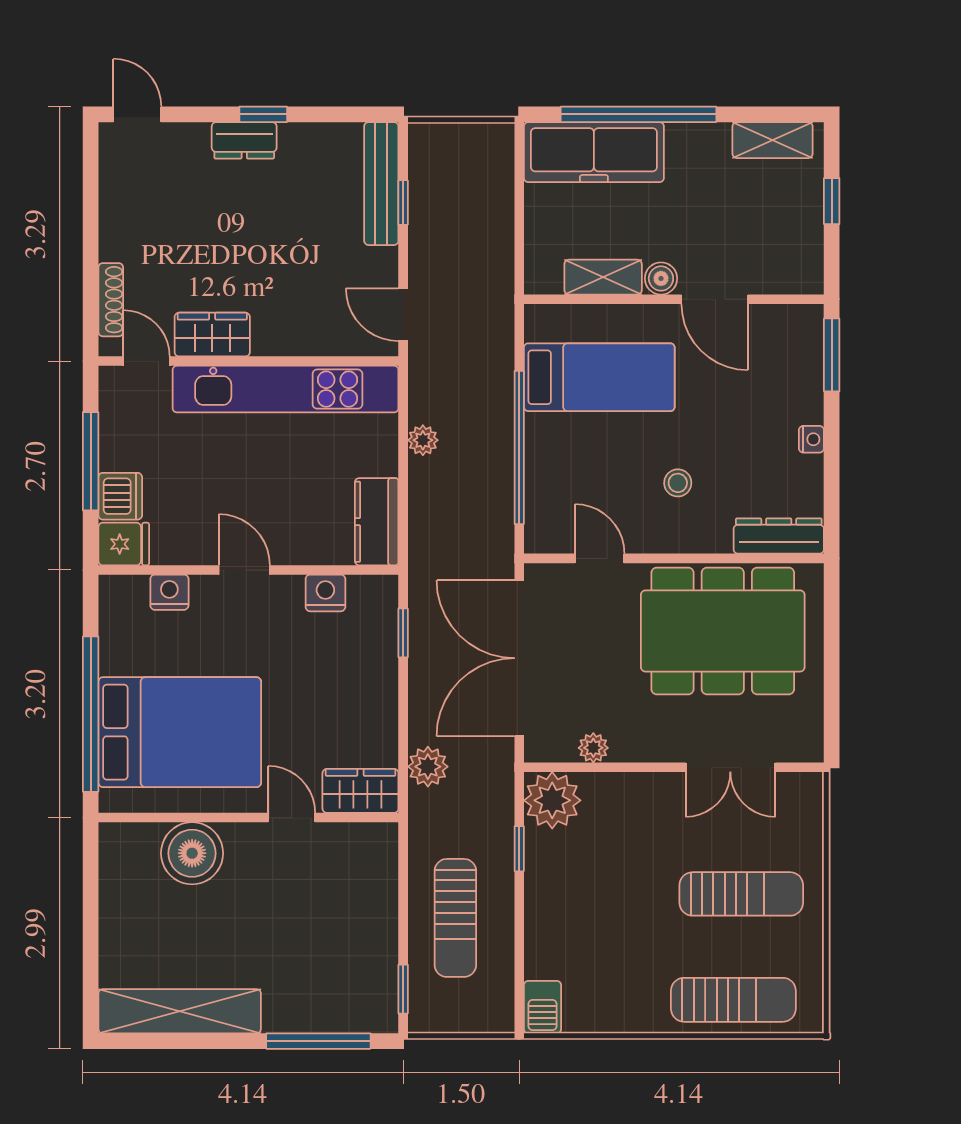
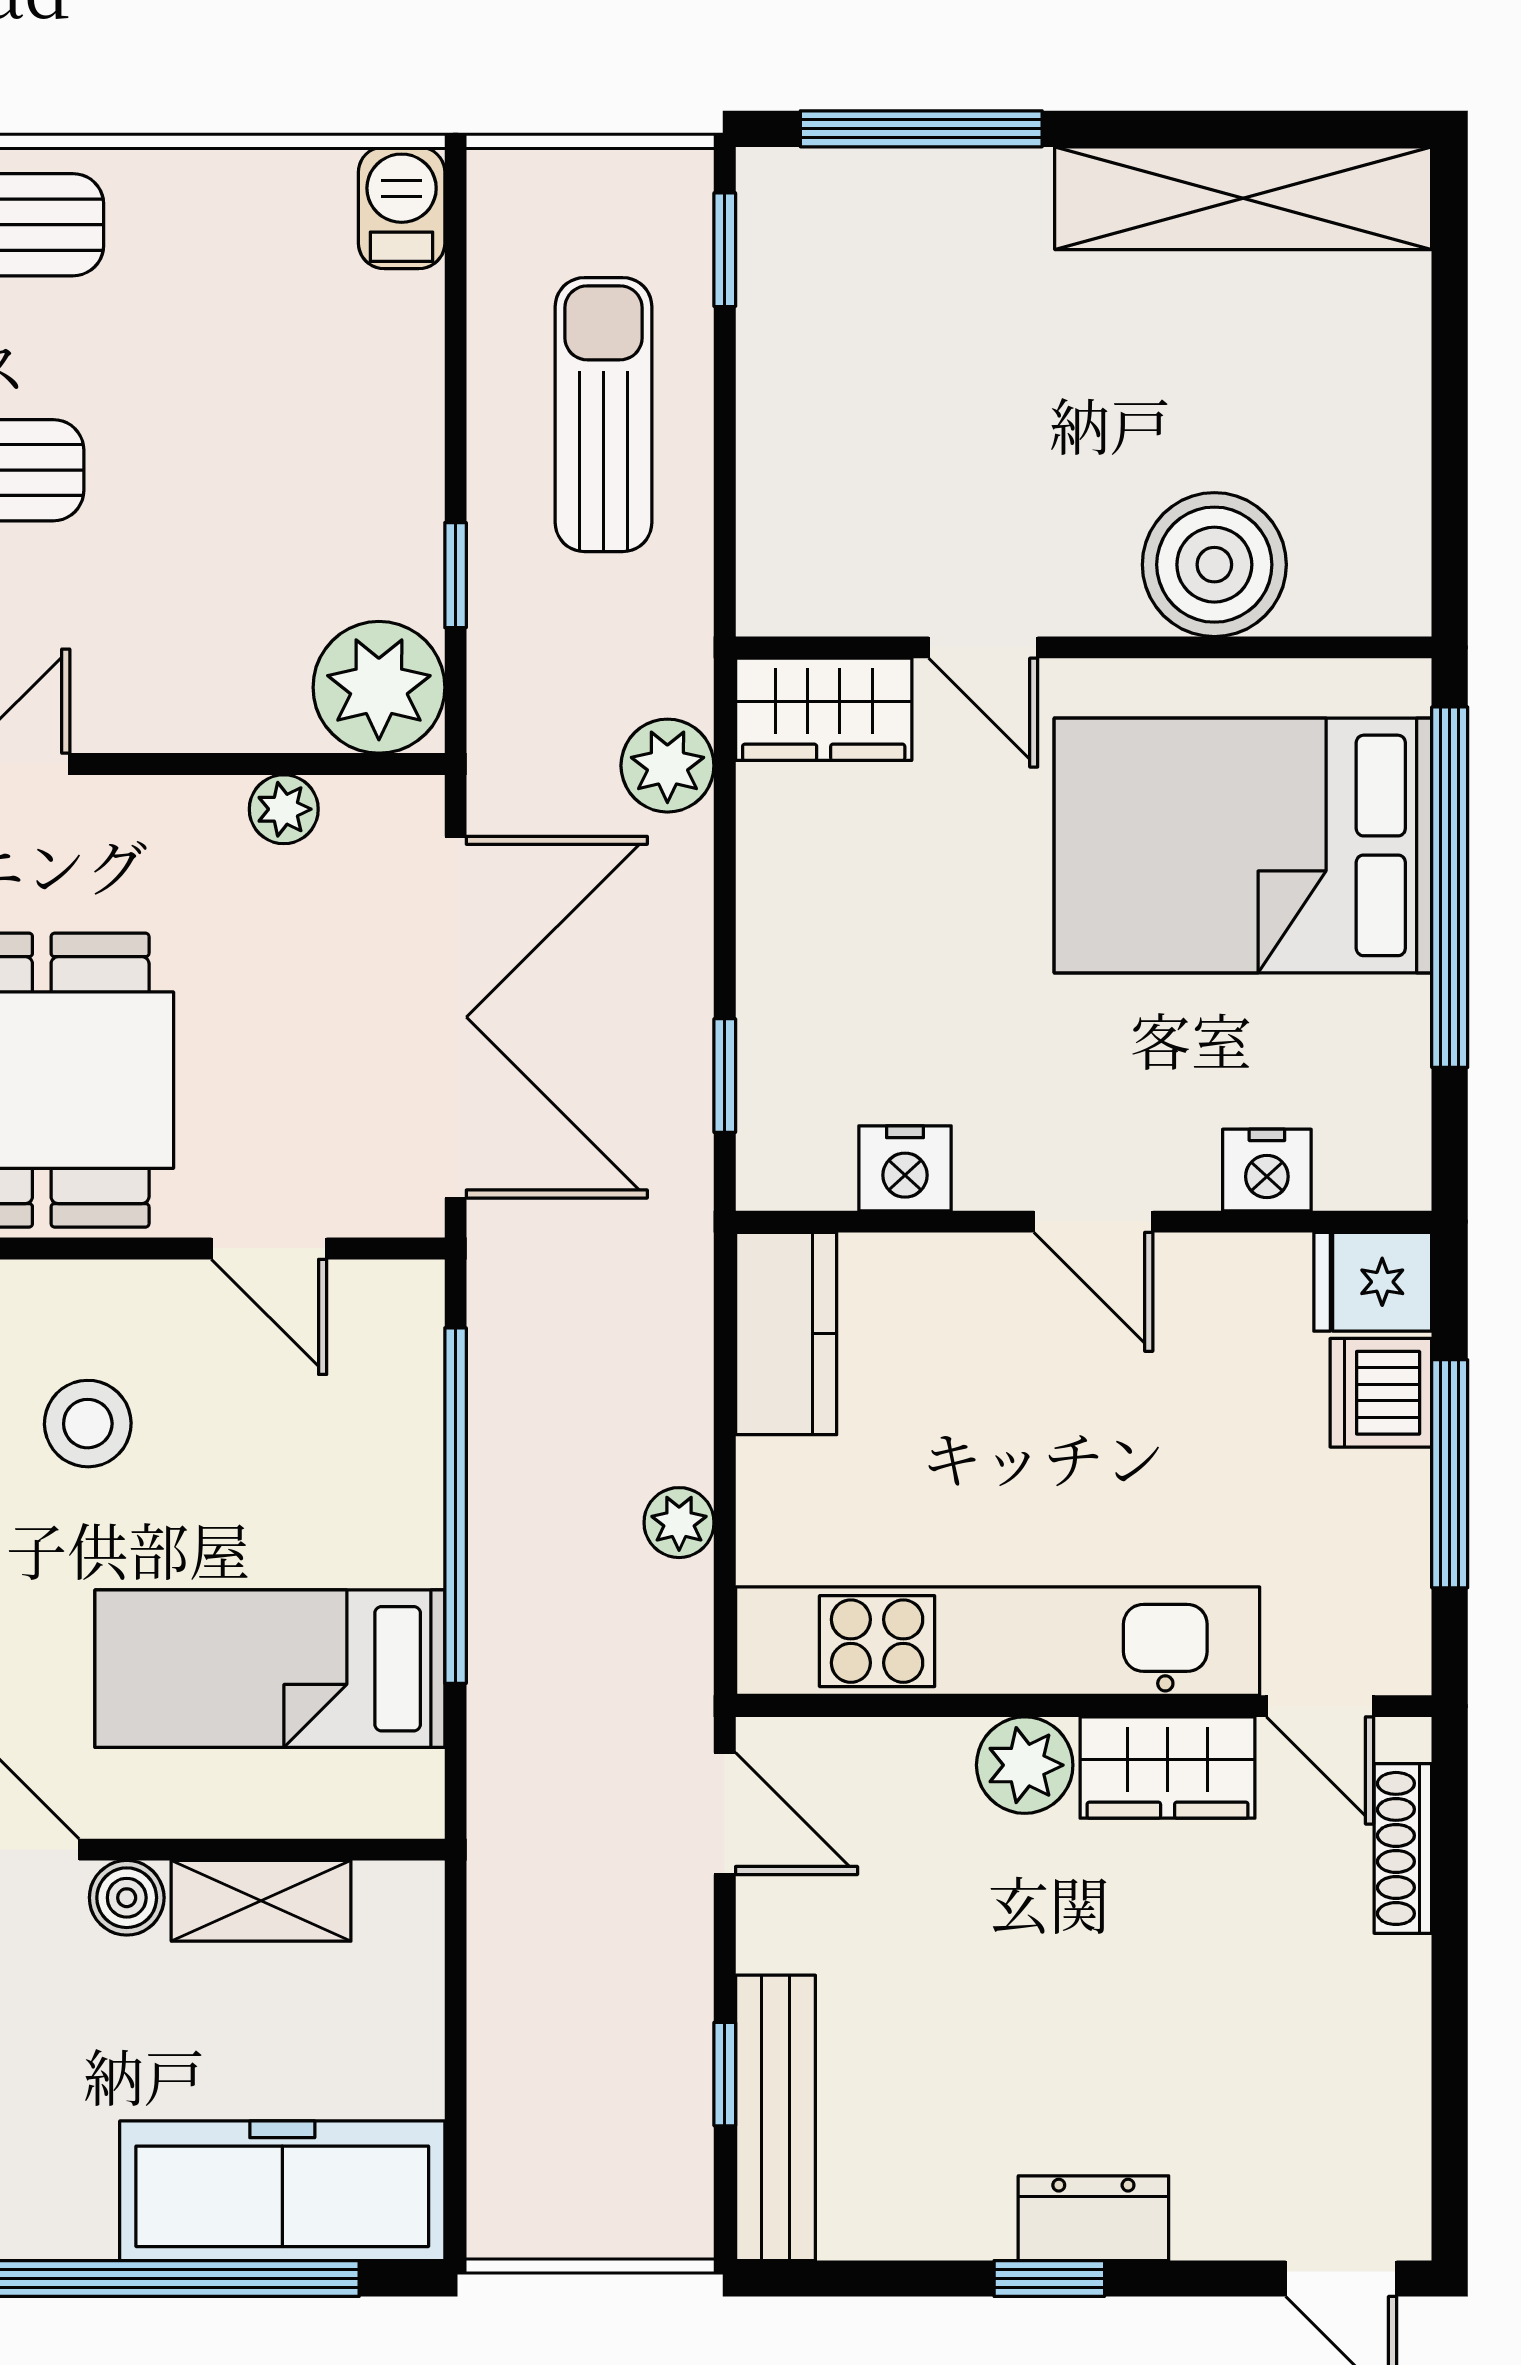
plant: (274, 336) -> (1025, 1765), added
stool: (678, 483) -> (88, 1424), width x1.37, depth x1.37

